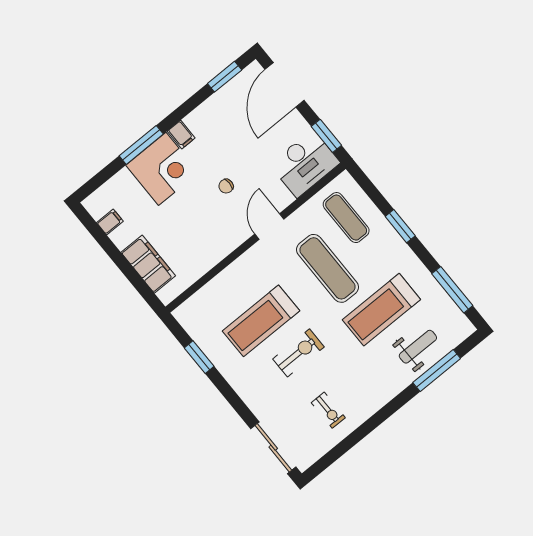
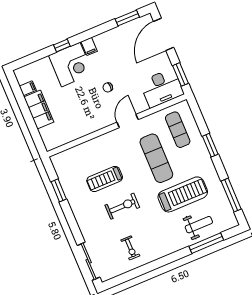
window: (141, 145) -> (62, 46), width x0.46
filing cabinet: (148, 264) -> (39, 110), moved
treadmill: (381, 310) -> (183, 194), turned 180
treadmill: (261, 321) -> (105, 179), width x0.73, depth x0.73

